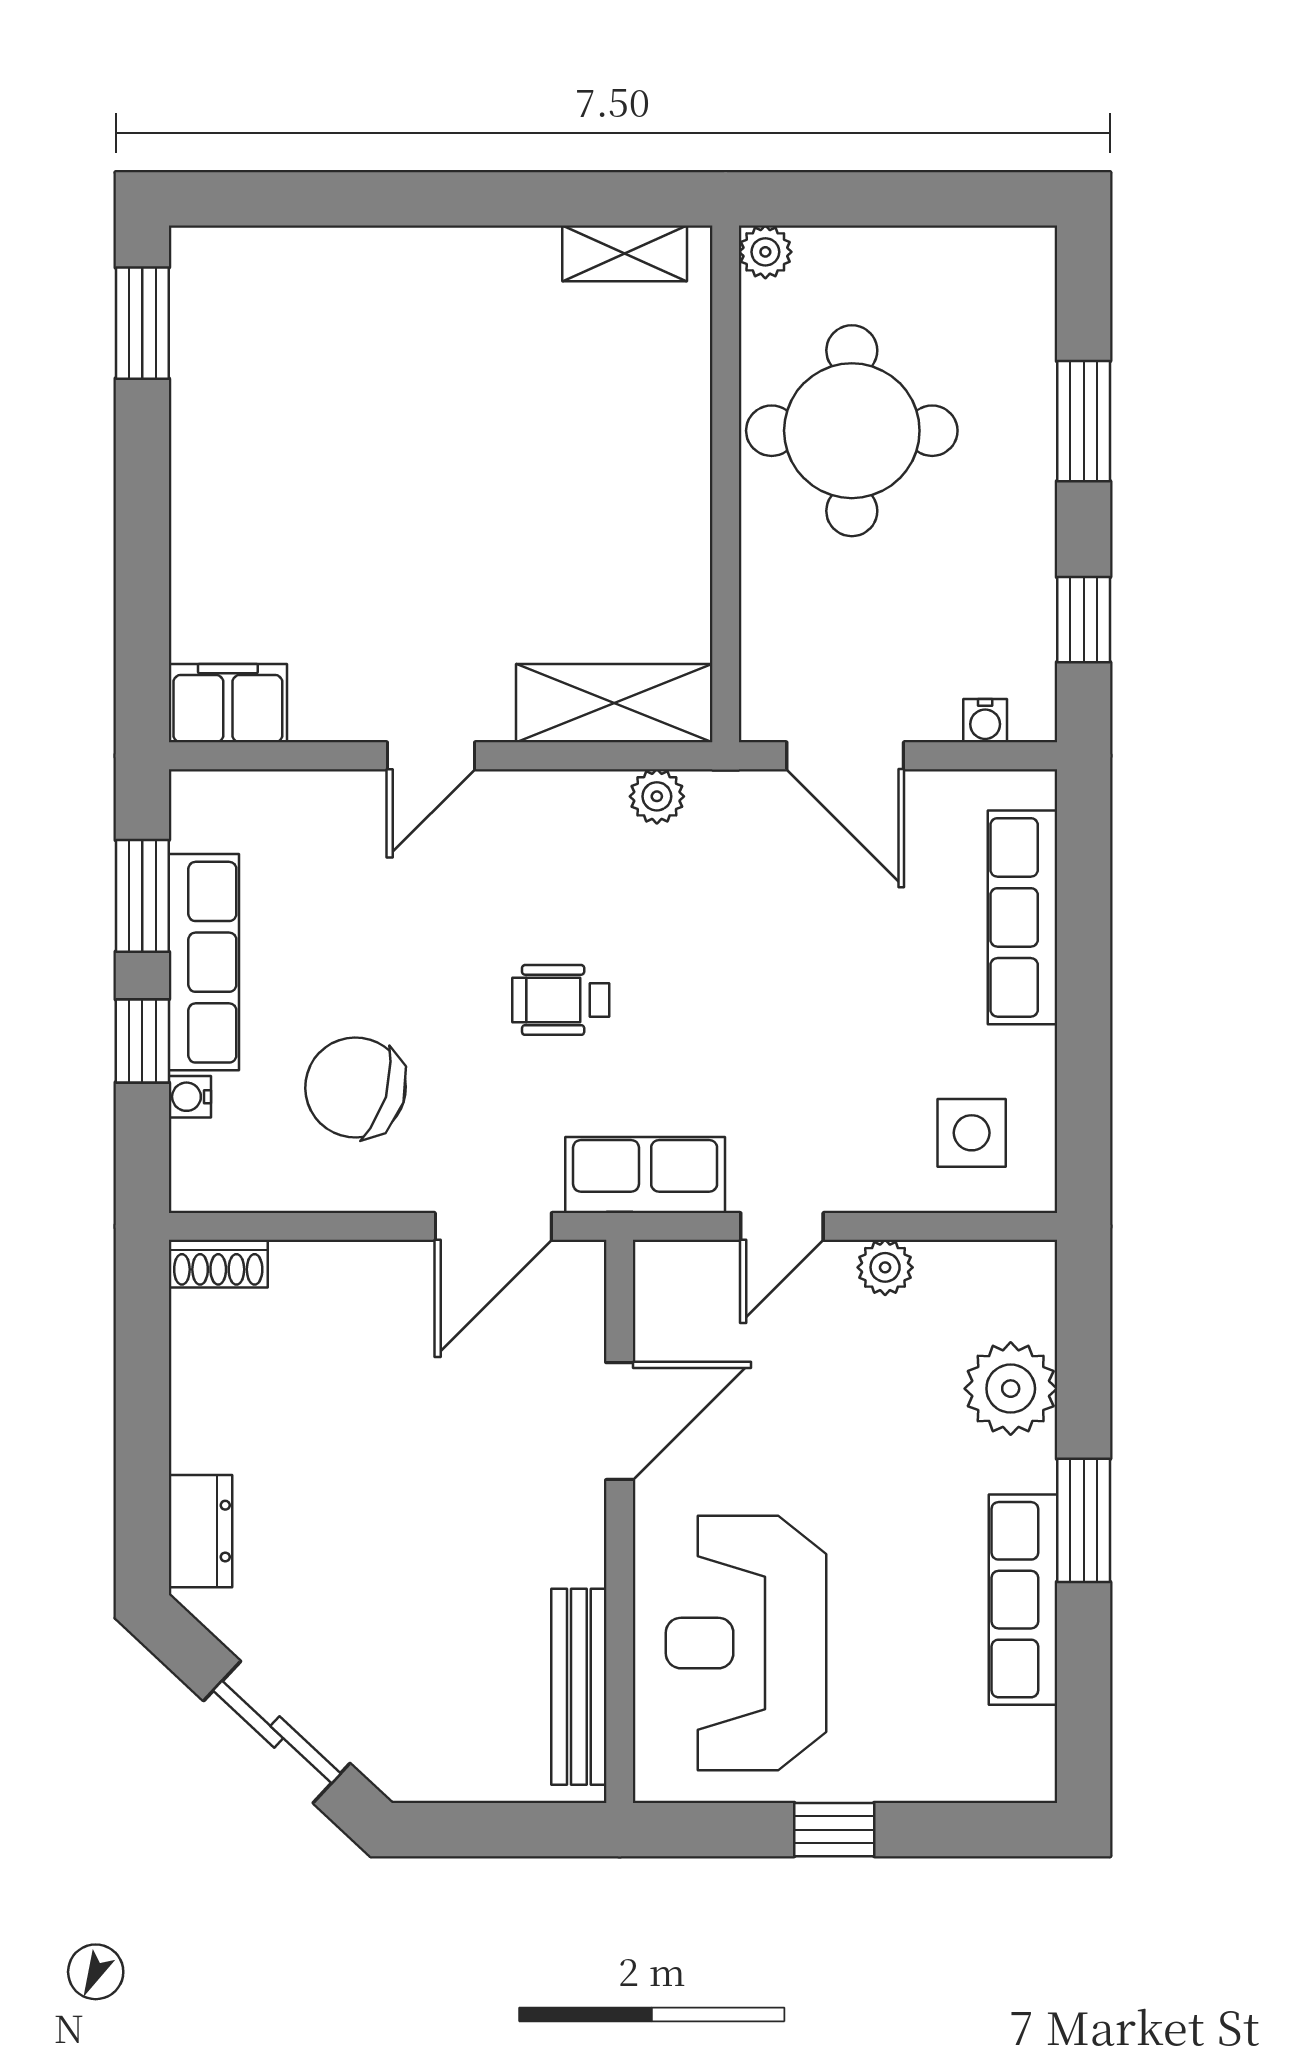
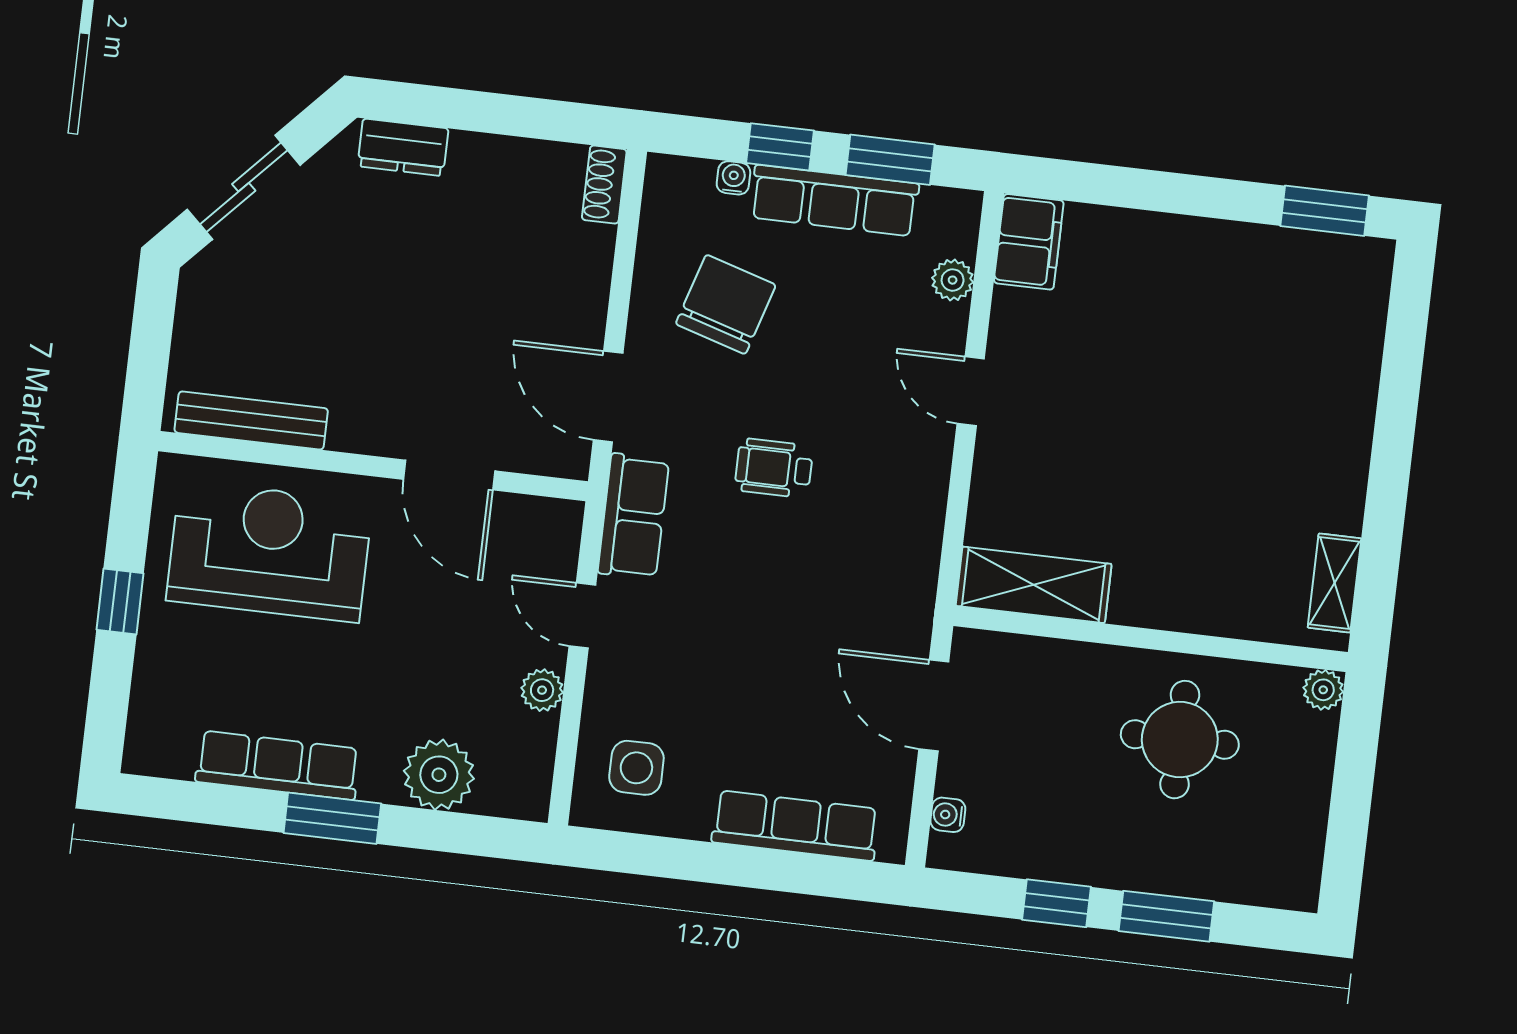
round table: (852, 431) -> (1180, 740), width x0.73, depth x0.73
window: (1084, 620) -> (1056, 903), moved
shelving: (614, 703) -> (1034, 585), moved, turned 90
door: (845, 756) -> (934, 706), hinge flipped
plant: (657, 796) -> (953, 280), moved
wheelchair: (561, 1000) -> (774, 468), turned -90

